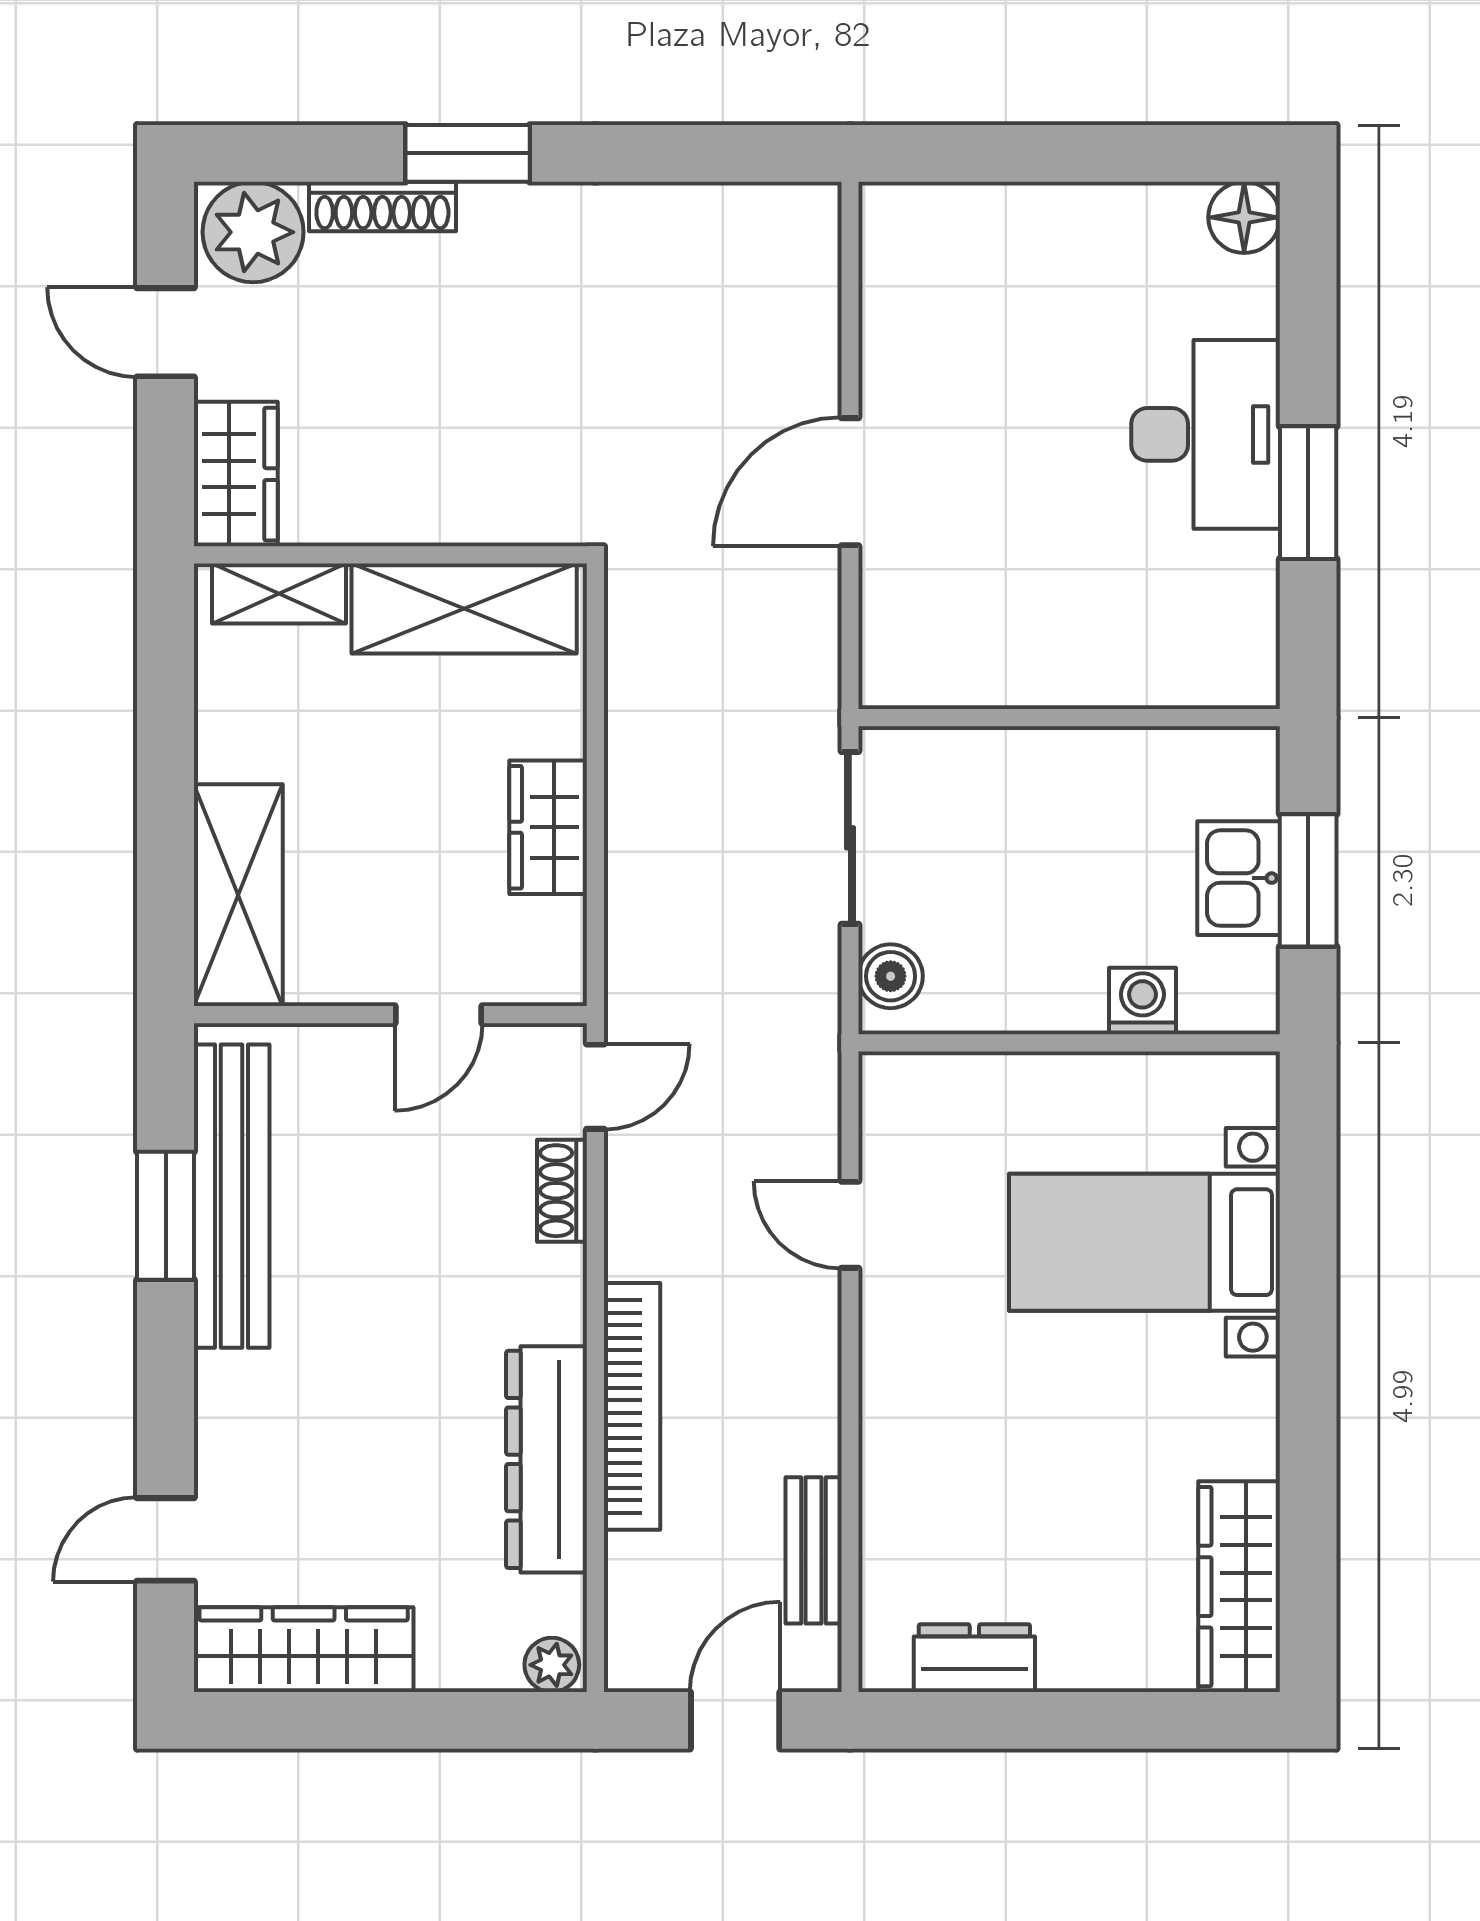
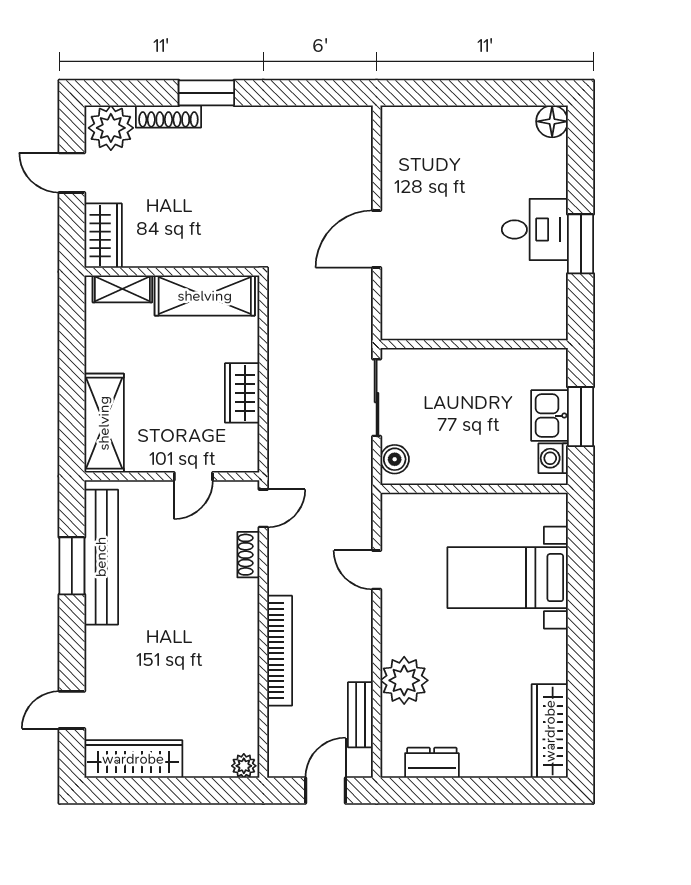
desk: (1206, 434) -> (535, 229), width x0.73
washing machine: (1142, 1001) -> (553, 458), moved, turned -90
dresser: (547, 1459) -> (242, 674), removed
plant: (912, 1473) -> (404, 680), added

